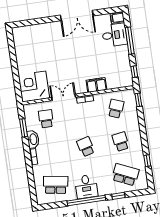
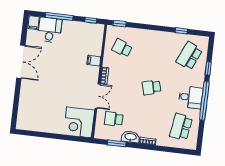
filing cabinet: (96, 85) -> (94, 61), width x0.50
double door: (64, 97) -> (97, 96), swing flipped
school desk: (121, 142) -> (156, 52), removed

